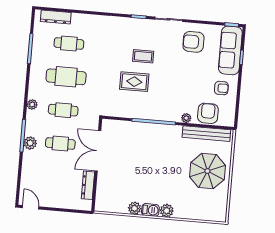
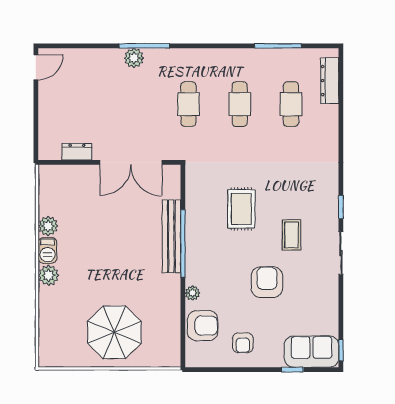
armchair: (193, 42) -> (267, 282), moved
sofa: (230, 50) -> (311, 352), width x0.73
coffee table: (143, 56) -> (292, 235), moved
cafe table: (66, 77) -> (240, 104), width x0.73, depth x0.74
plant: (32, 104) -> (193, 56), removed
bench: (206, 134) -> (171, 236), moved
cafe table: (60, 143) -> (137, 104), removed
double door: (98, 151) -> (131, 162), swing flipped
dresser: (88, 185) -> (77, 152), width x0.70

